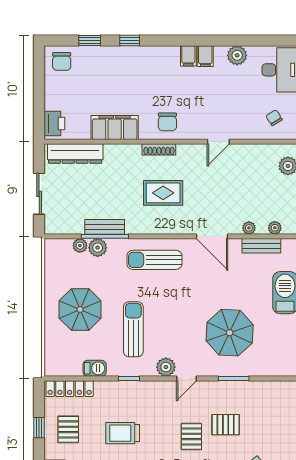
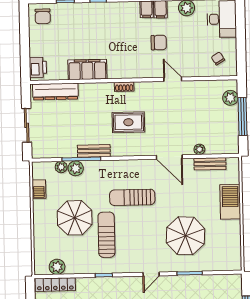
chair: (167, 122) -> (159, 43), moved, turned -90
door: (218, 142) -> (173, 79), swing flipped
shoe rack: (159, 149) -> (124, 87), width x0.70
bench: (105, 227) -> (94, 151), moved
plant: (275, 228) -> (221, 149), removed
sun lounger: (154, 260) -> (132, 197), moved
parasol: (80, 309) -> (75, 218), moved
plant: (166, 367) -> (57, 267), moved
barbecue: (95, 368) -> (39, 189), moved, turned 90

